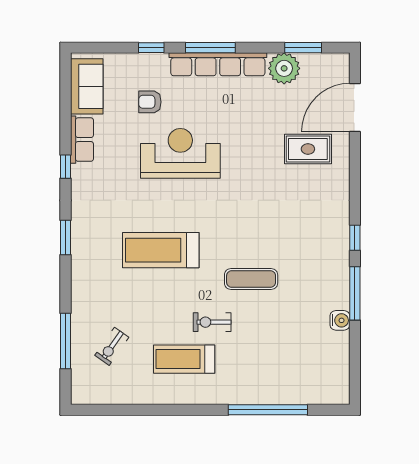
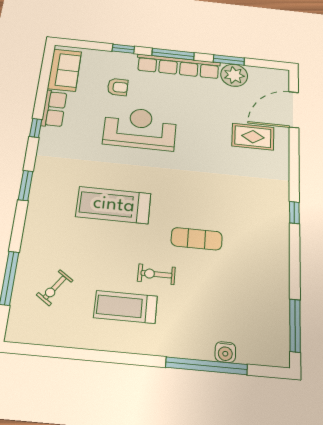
window: (303, 48) -> (229, 60), moved
armchair: (150, 102) -> (118, 87), turned 180
window: (355, 293) -> (295, 325), moved
water cooler: (340, 320) -> (225, 352), moved, turned 90

